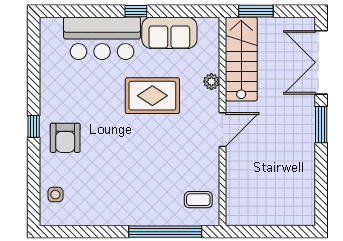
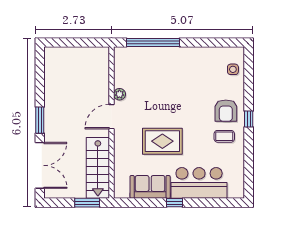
plant: (211, 82) -> (119, 94), moved
armchair: (65, 138) -> (226, 111), turned 180
coffee table: (198, 200) -> (224, 136), moved

